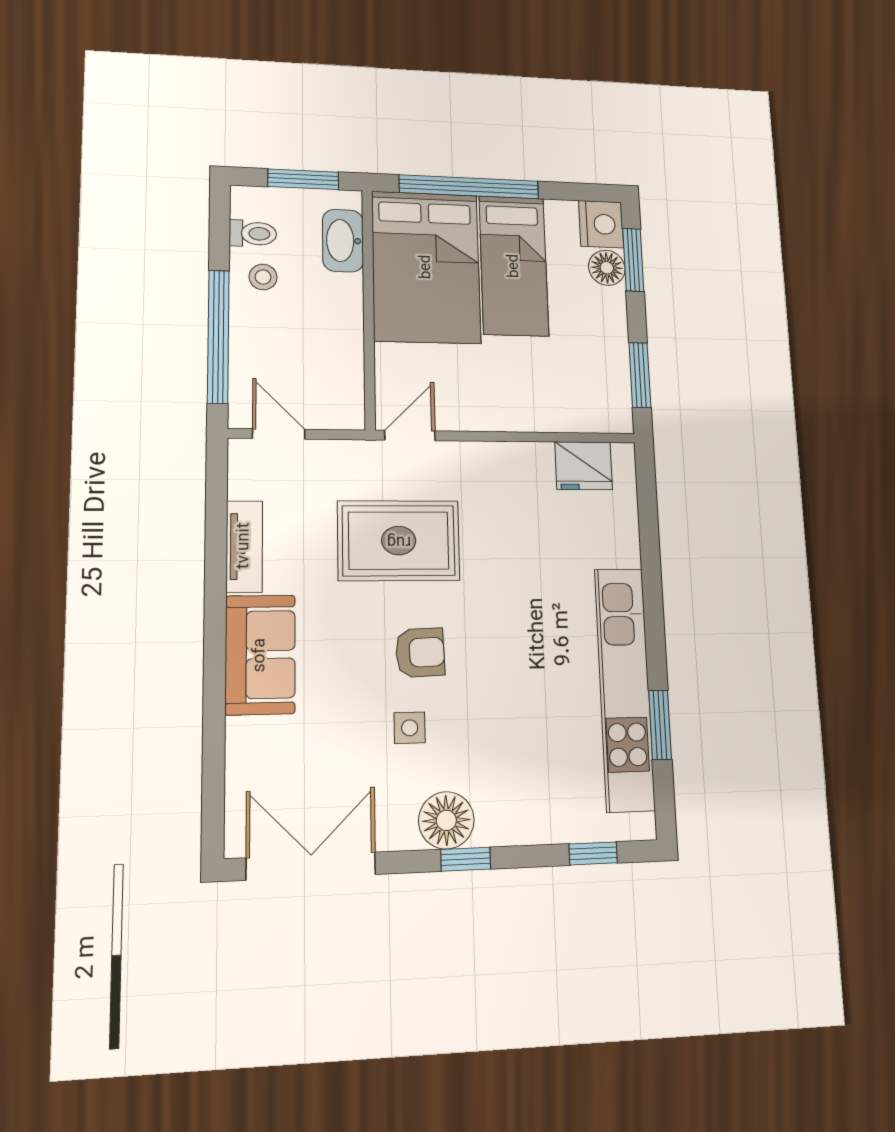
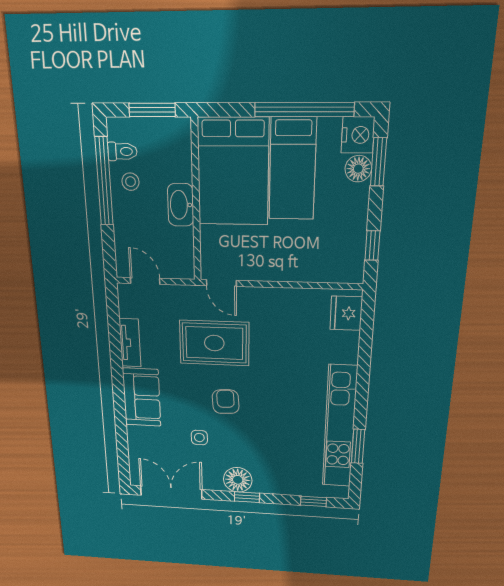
window: (469, 187) -> (304, 110), moved
washbasin: (343, 241) -> (181, 205), moved
window: (218, 337) -> (104, 181), moved
window: (640, 375) -> (372, 245), width x0.67
door: (410, 435) -> (221, 283), swing flipped
fridge: (584, 466) -> (346, 313), moved, turned 90
armchair: (420, 653) -> (226, 402), turned -91
side table: (410, 728) -> (199, 438), moved

